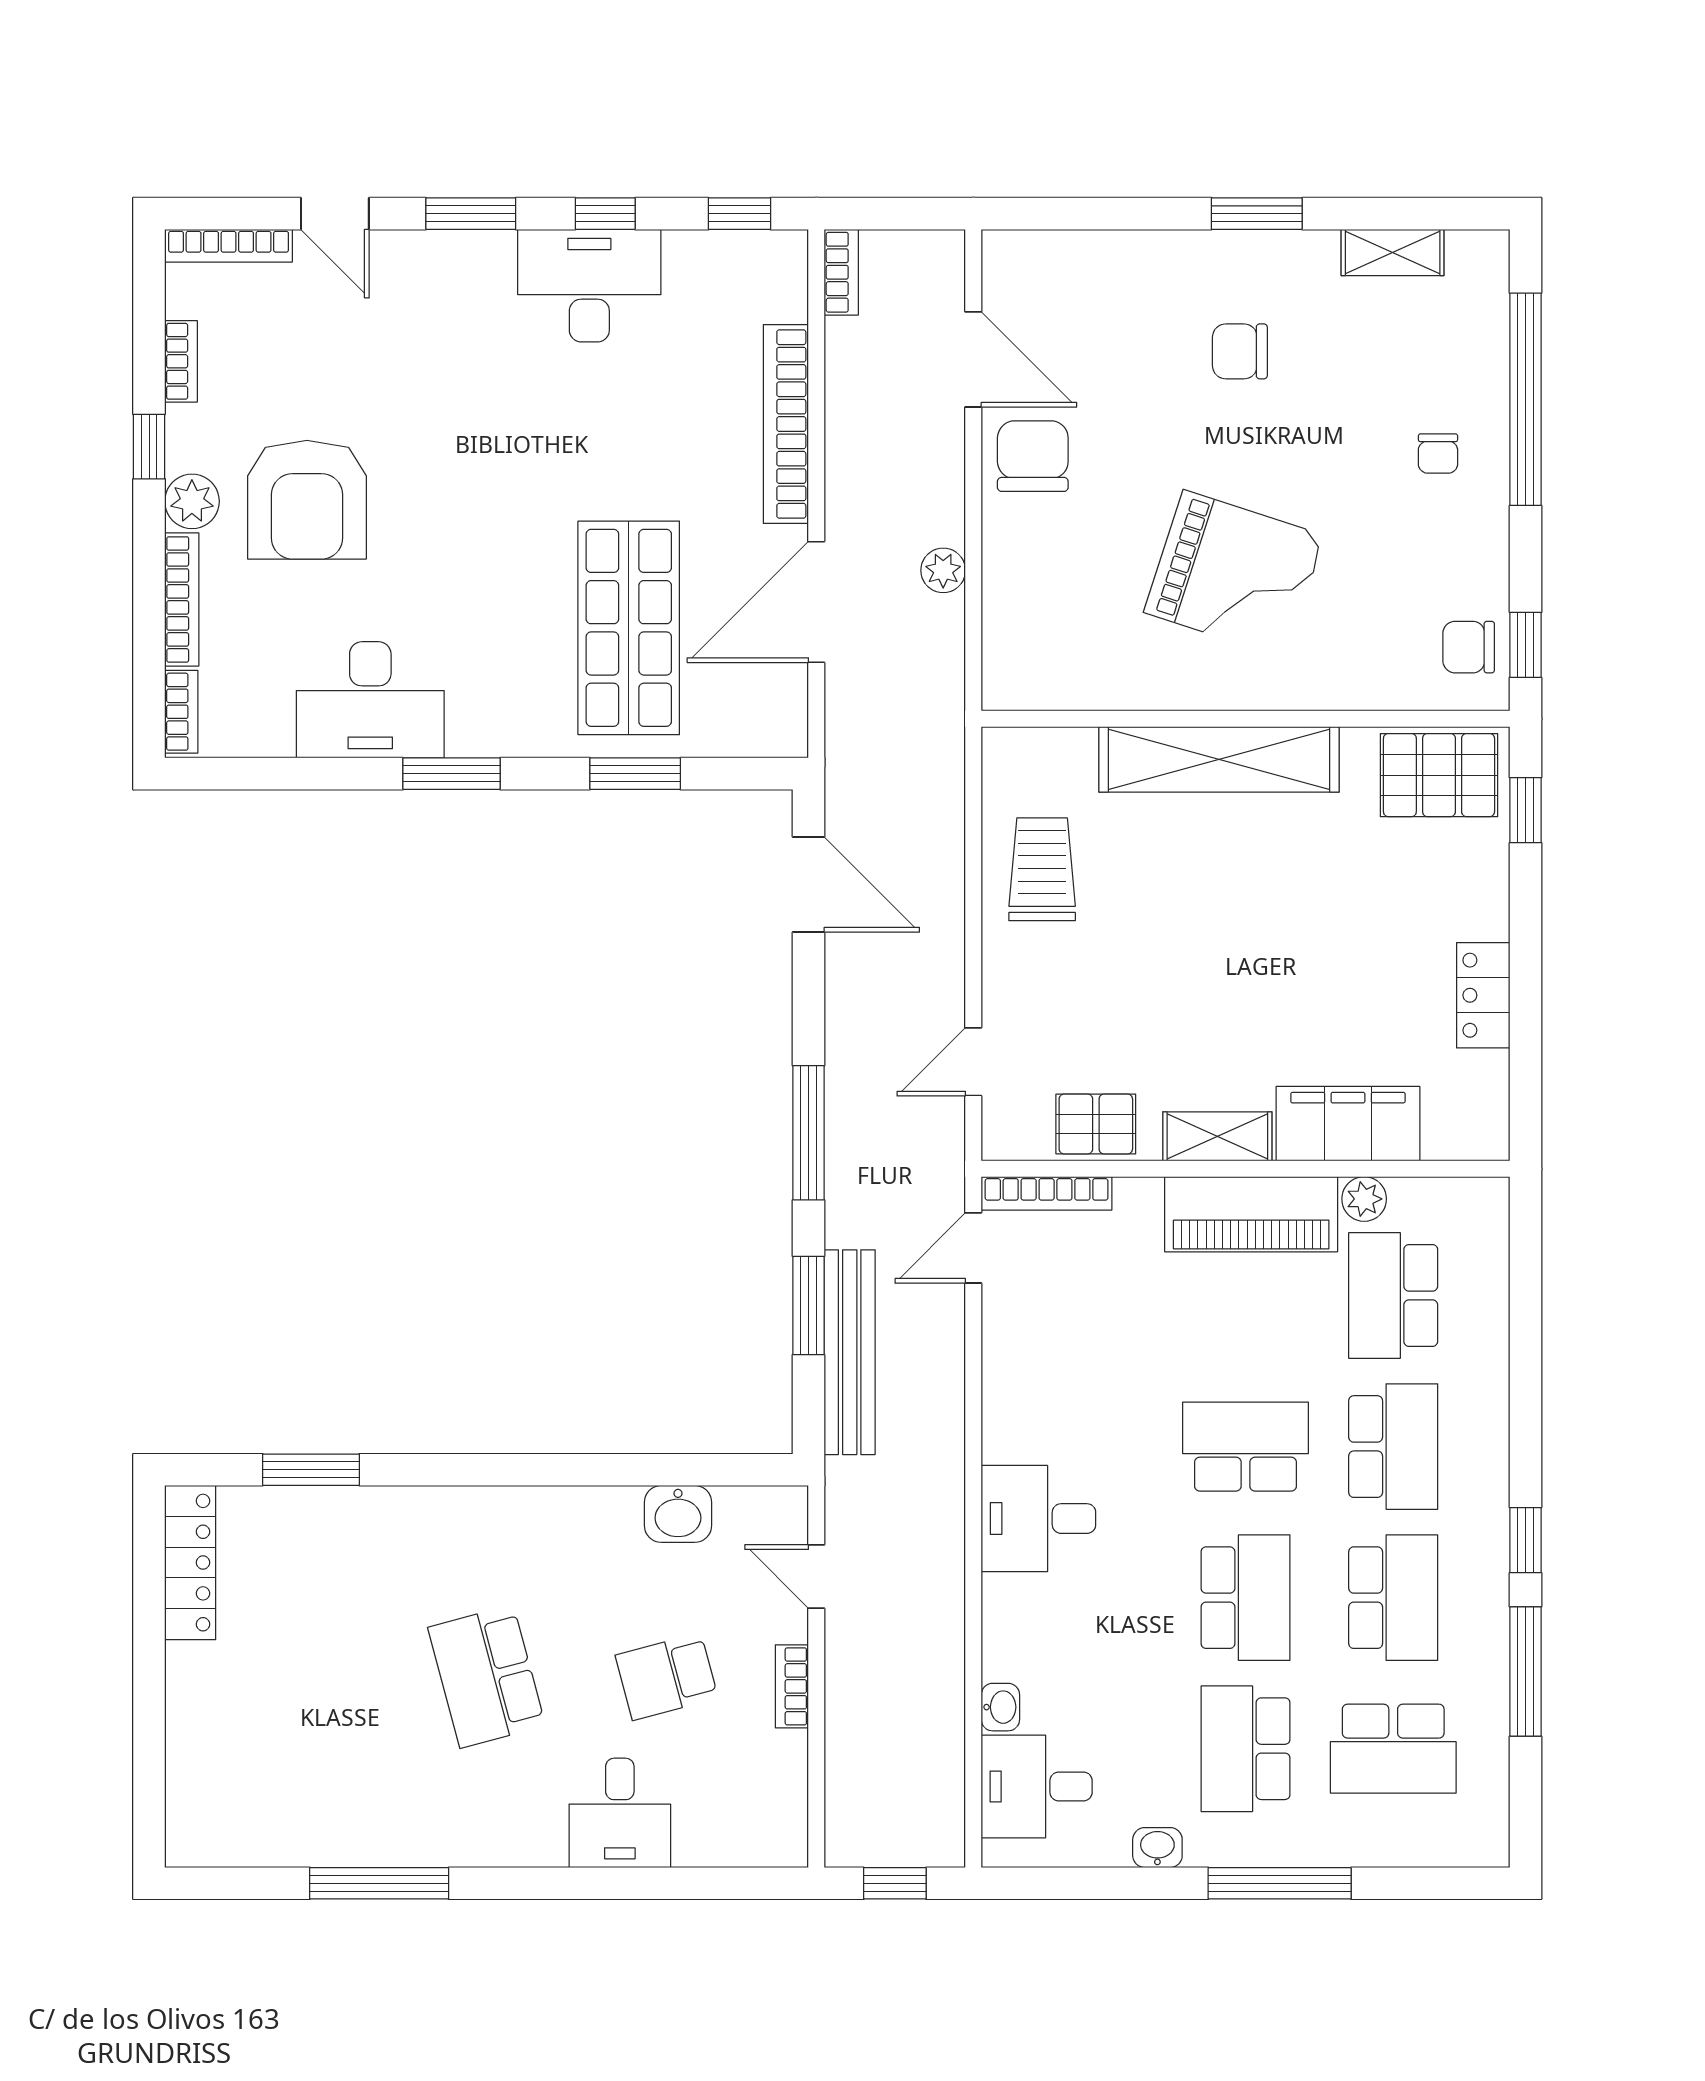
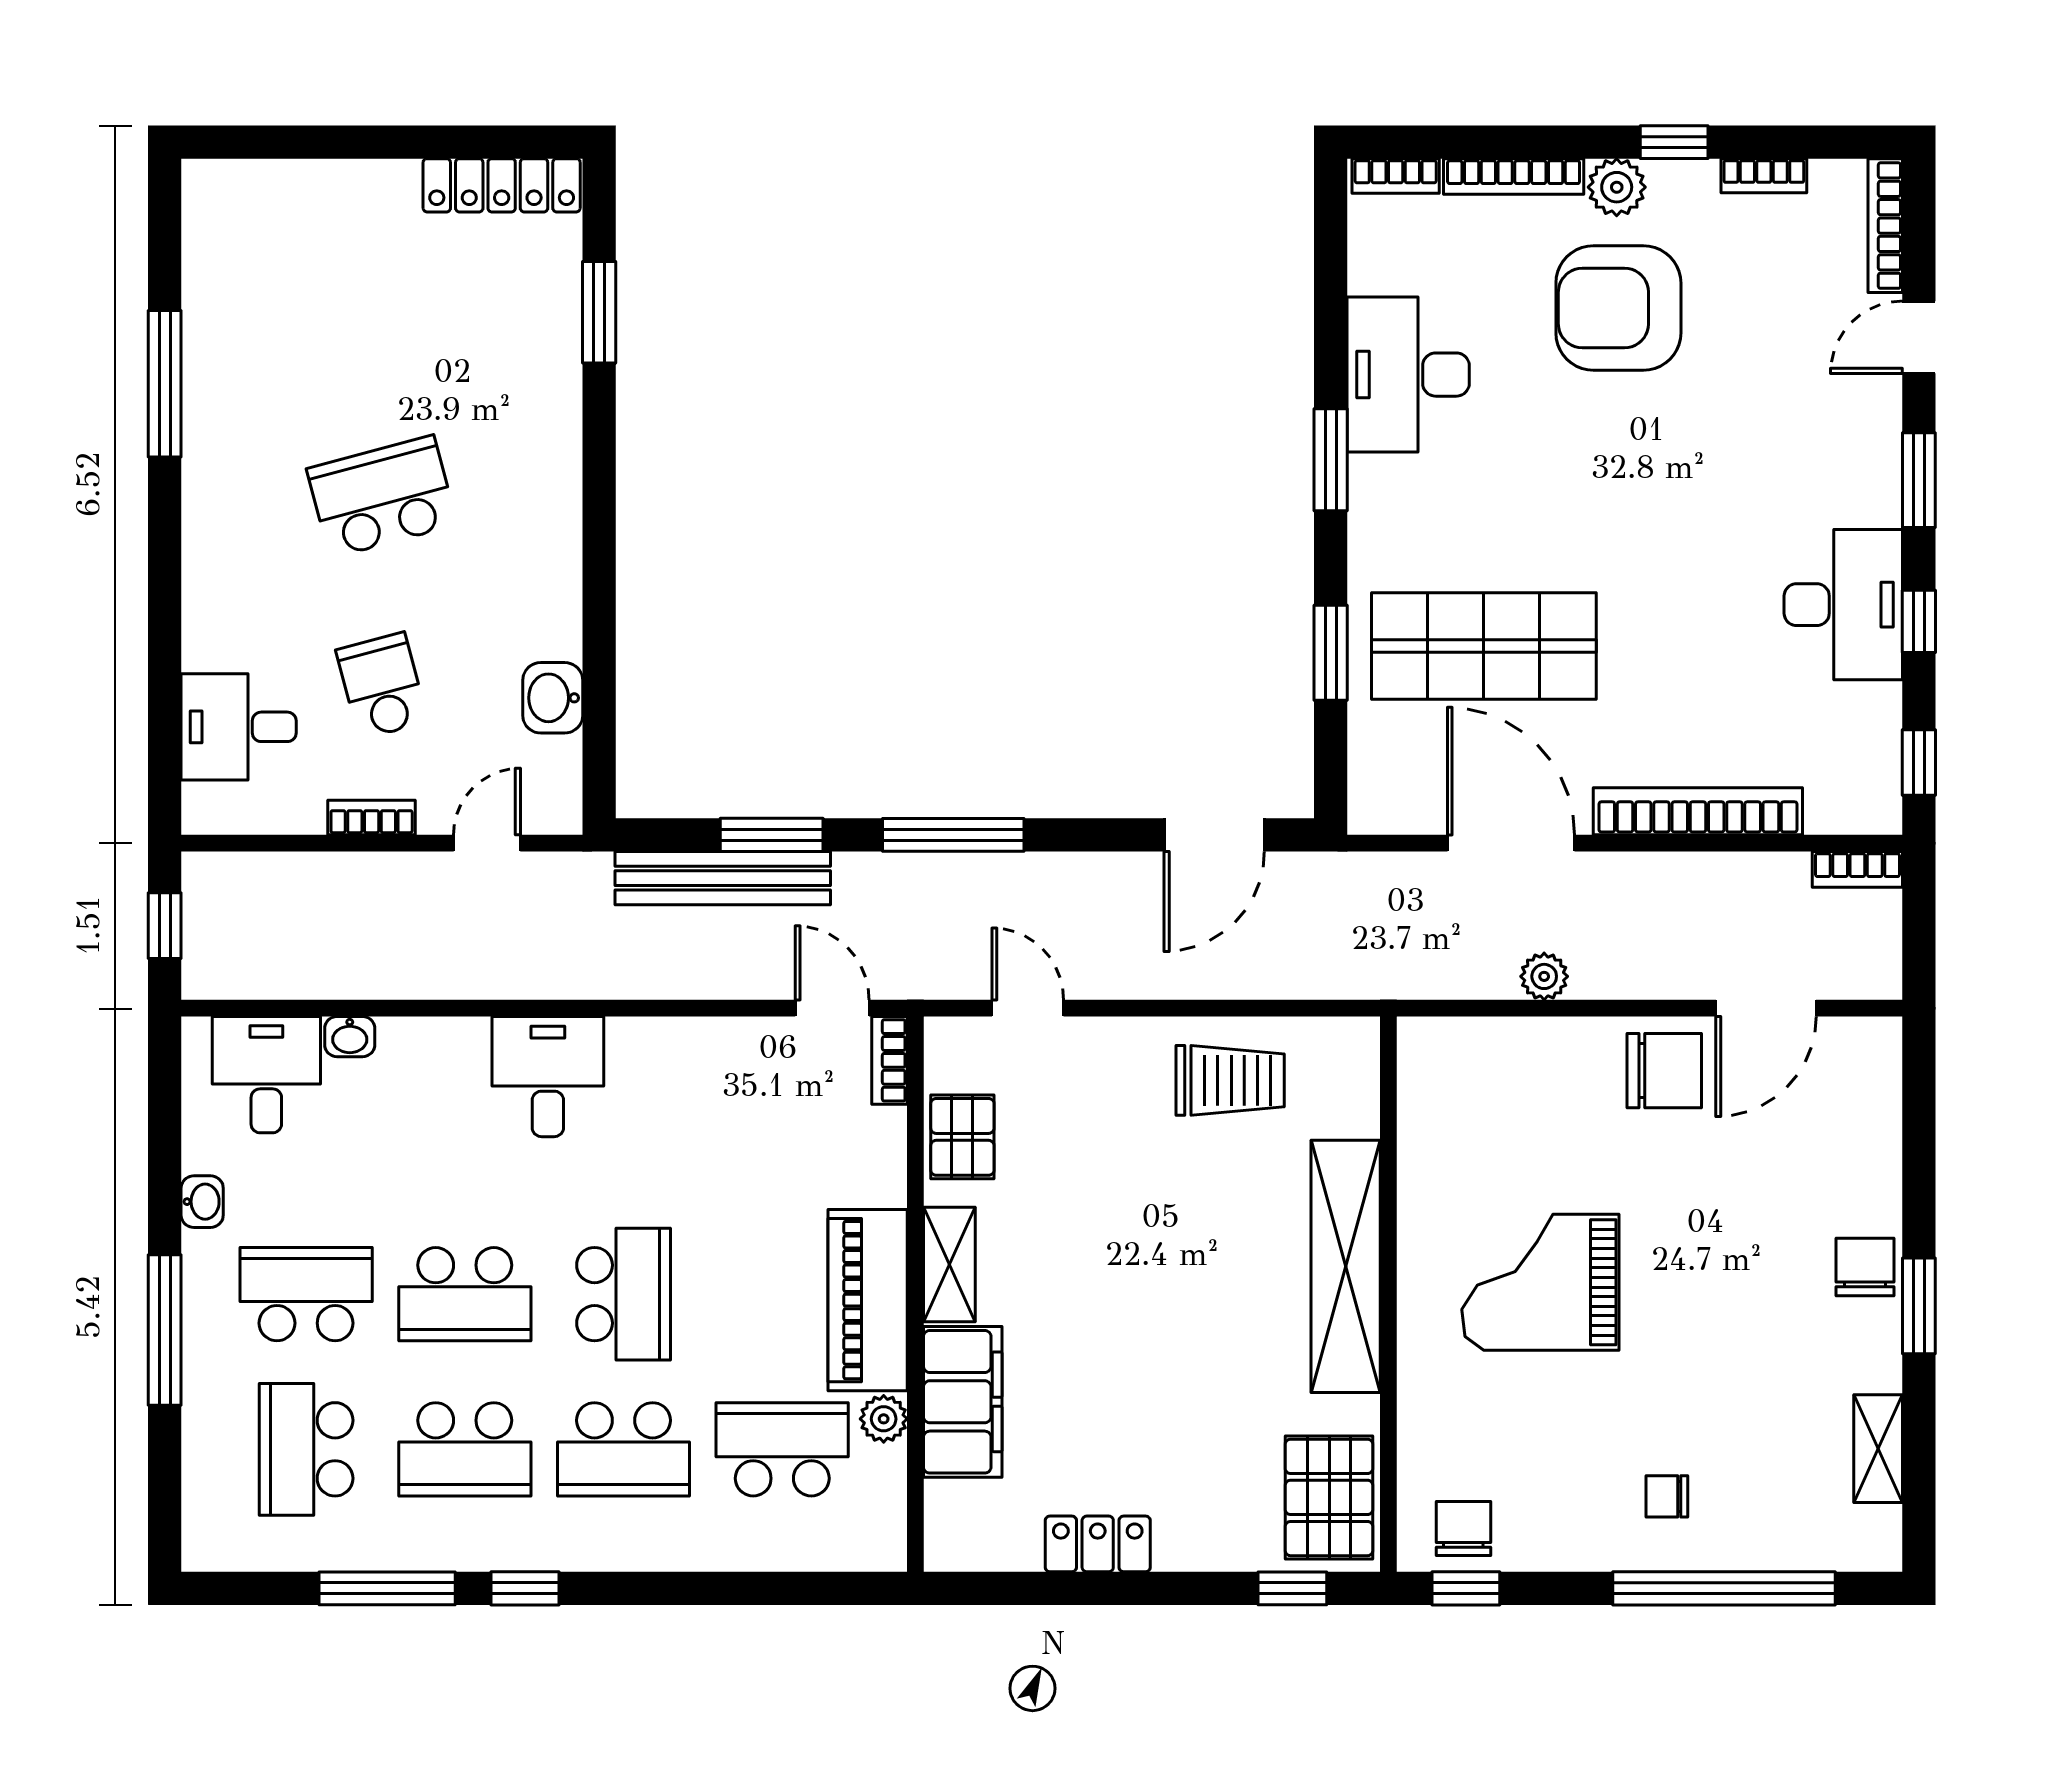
chair: (1240, 351) -> (1865, 1267), moved
grand piano: (1234, 574) -> (1540, 1282), turned 72
bookcase: (1047, 1193) -> (890, 1060), width x0.64
desk: (620, 1813) -> (239, 727), moved

